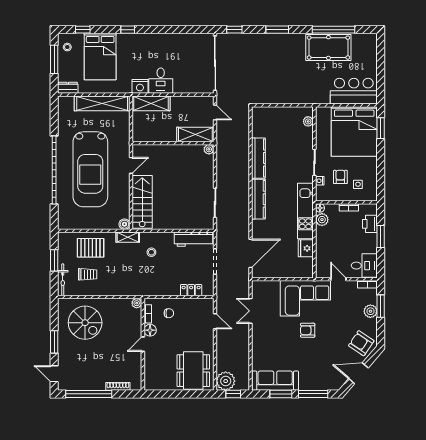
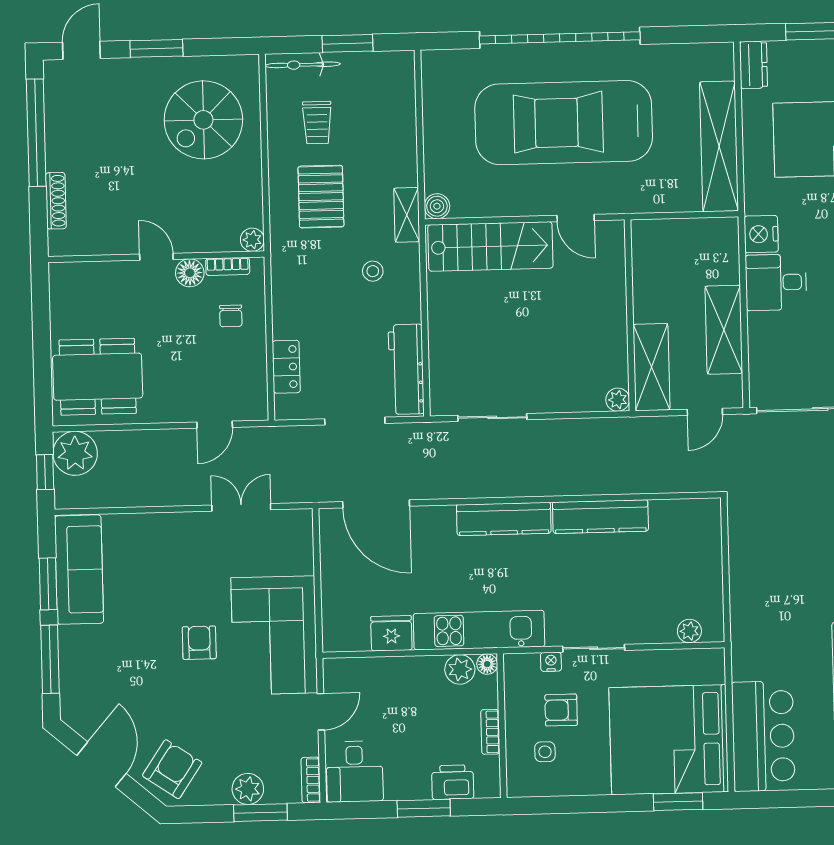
shelving: (151, 103) -> (724, 330), moved
armchair: (340, 177) -> (561, 710), turned 180
pallet: (91, 248) -> (321, 197), moved

